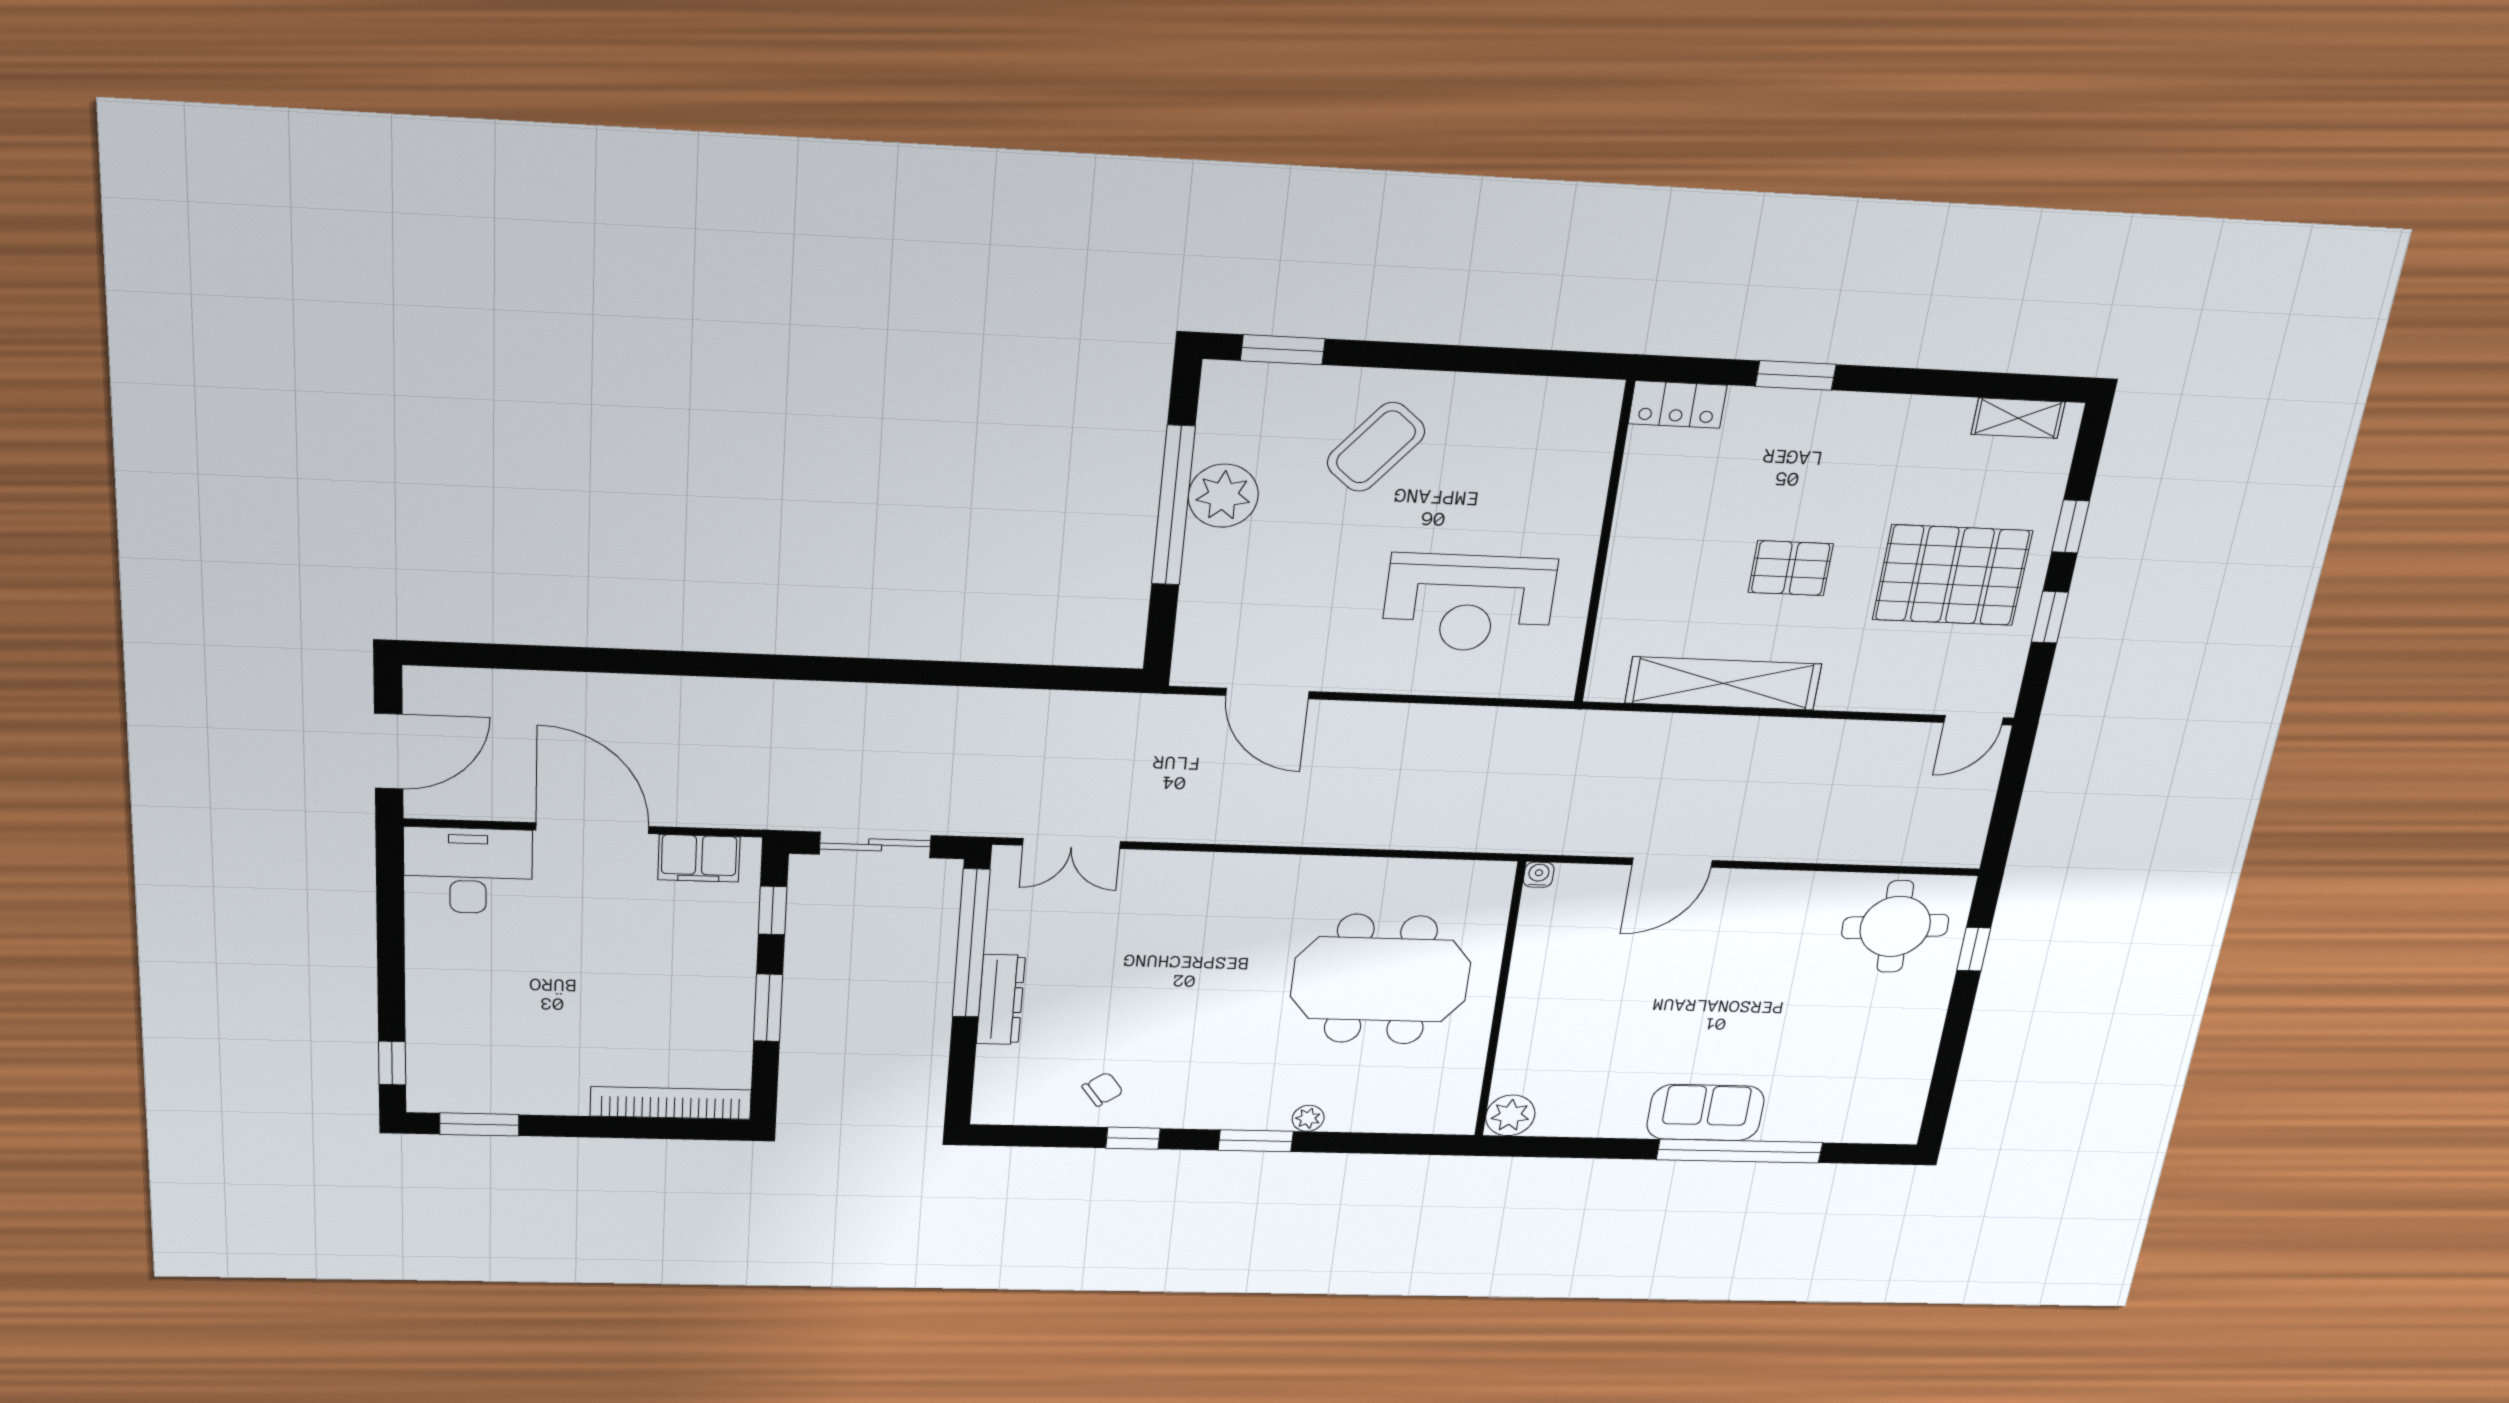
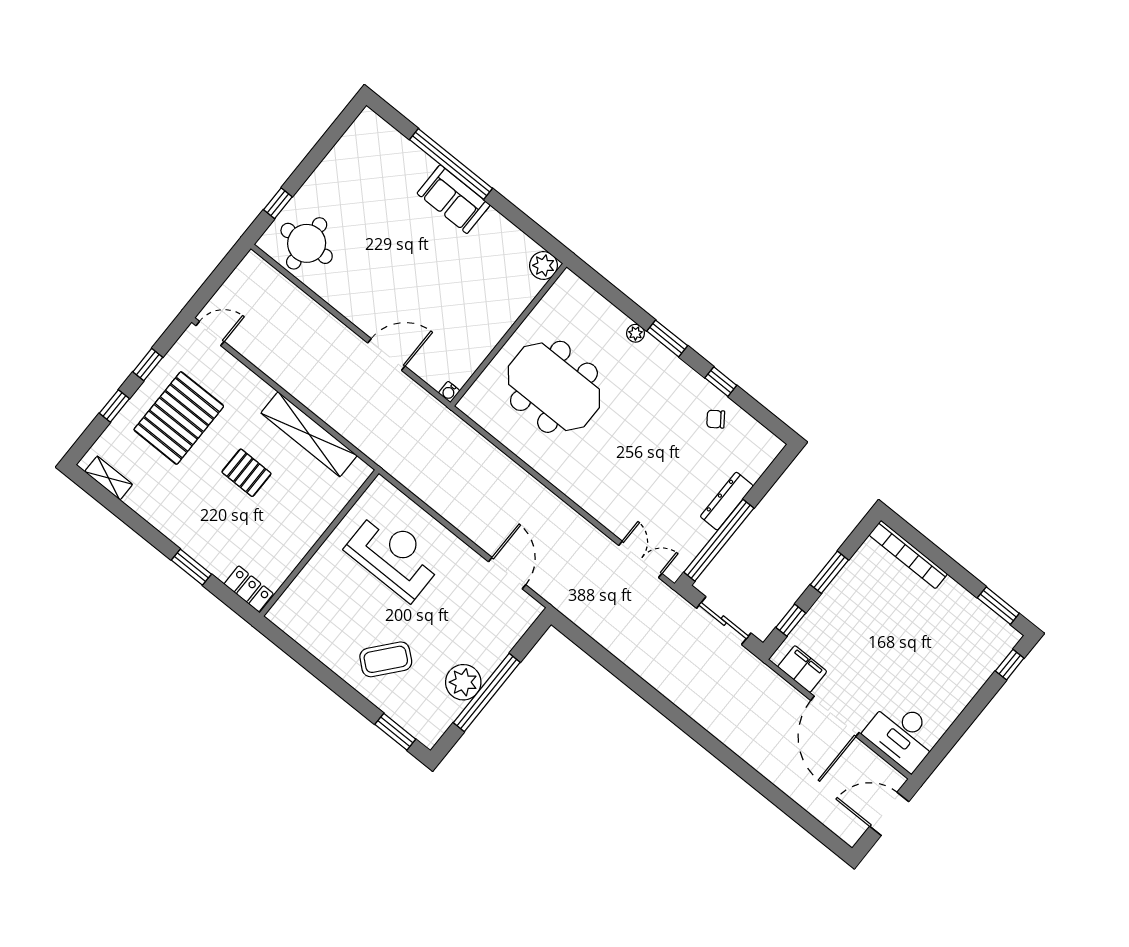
pallet: (1952, 575) -> (179, 418), turned 90

